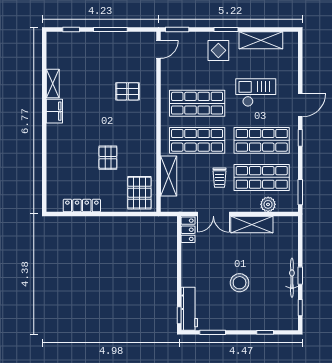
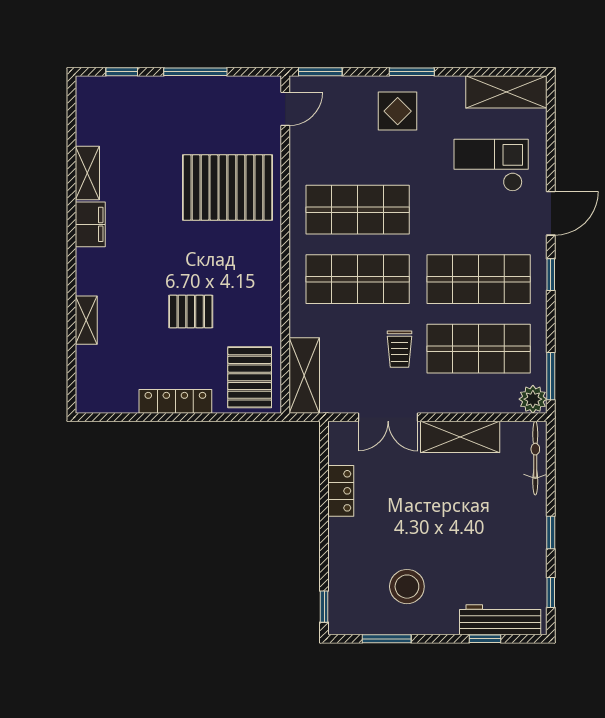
shelving: (261, 40) -> (506, 92), moved
pallet: (128, 91) -> (227, 188), width x2.05, depth x2.00
checkout: (256, 92) -> (491, 165), moved
pallet: (108, 158) -> (191, 312), turned 90
shelving: (52, 162) -> (86, 320), added
shelving: (169, 176) -> (304, 375), moved
plant: (268, 204) -> (533, 399), moved
locker: (82, 206) -> (175, 401), moved
locker: (188, 230) -> (341, 491), moved
bicycle: (292, 278) -> (535, 458), moved
stool: (240, 283) -> (407, 587), moved
workbench: (189, 309) -> (500, 620), moved, turned -90

